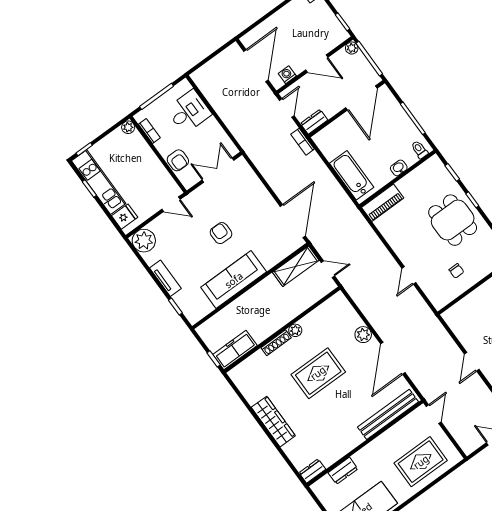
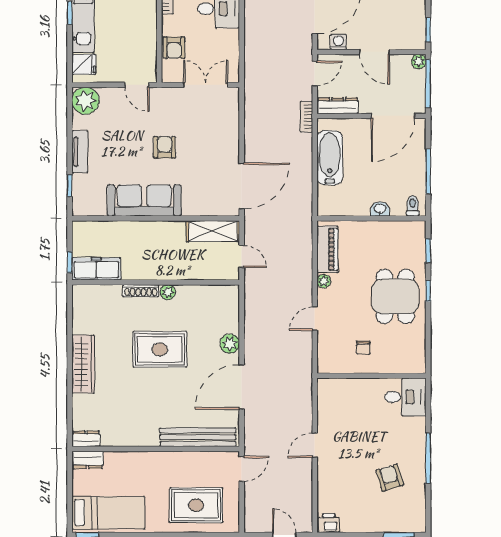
dresser: (314, 122) -> (338, 106), width x1.44
bathtub: (352, 175) -> (330, 158), moved
piano: (383, 203) -> (327, 249), moved, turned -90
plant: (396, 245) -> (324, 281), added
dresser: (343, 471) -> (87, 460), moved

